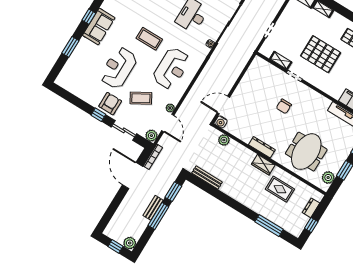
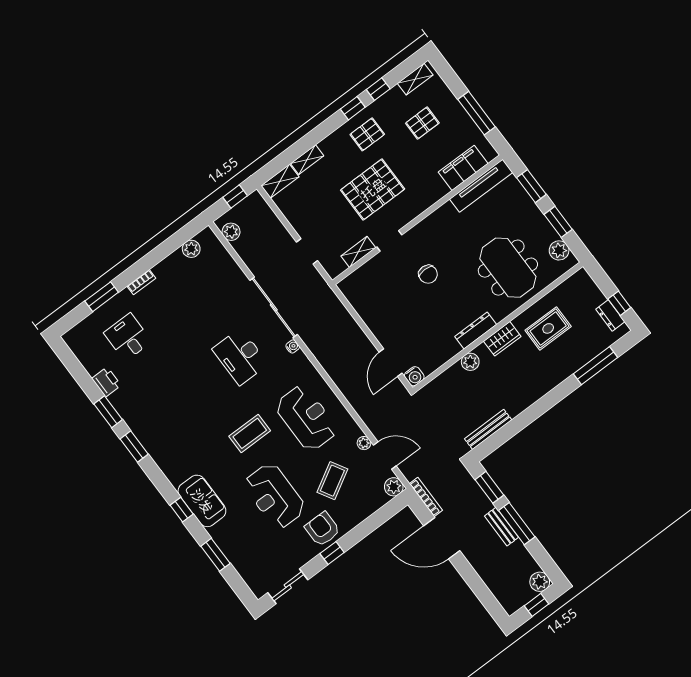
sliding door: (124, 130) -> (288, 586), moved
plant: (224, 140) -> (470, 362), moved
dresser: (311, 208) -> (610, 315), moved

